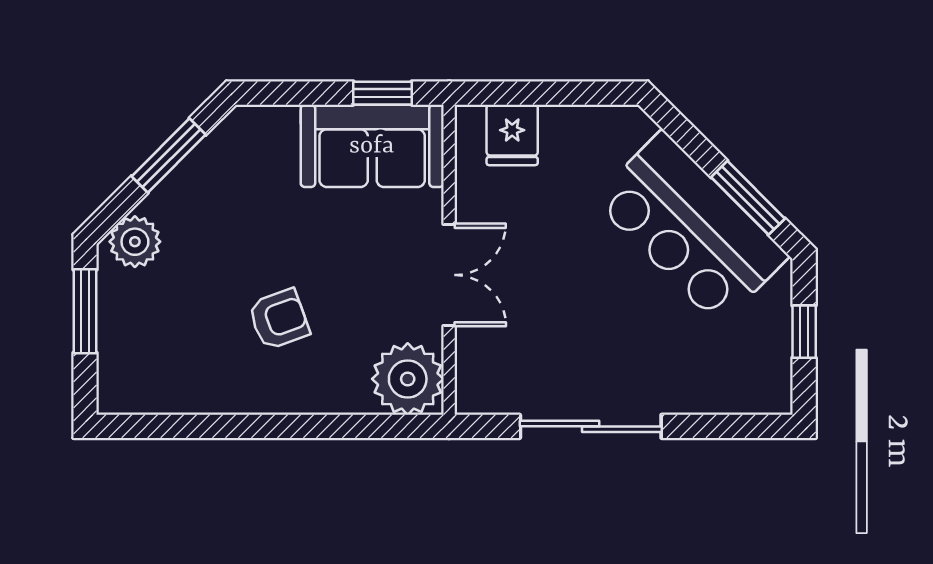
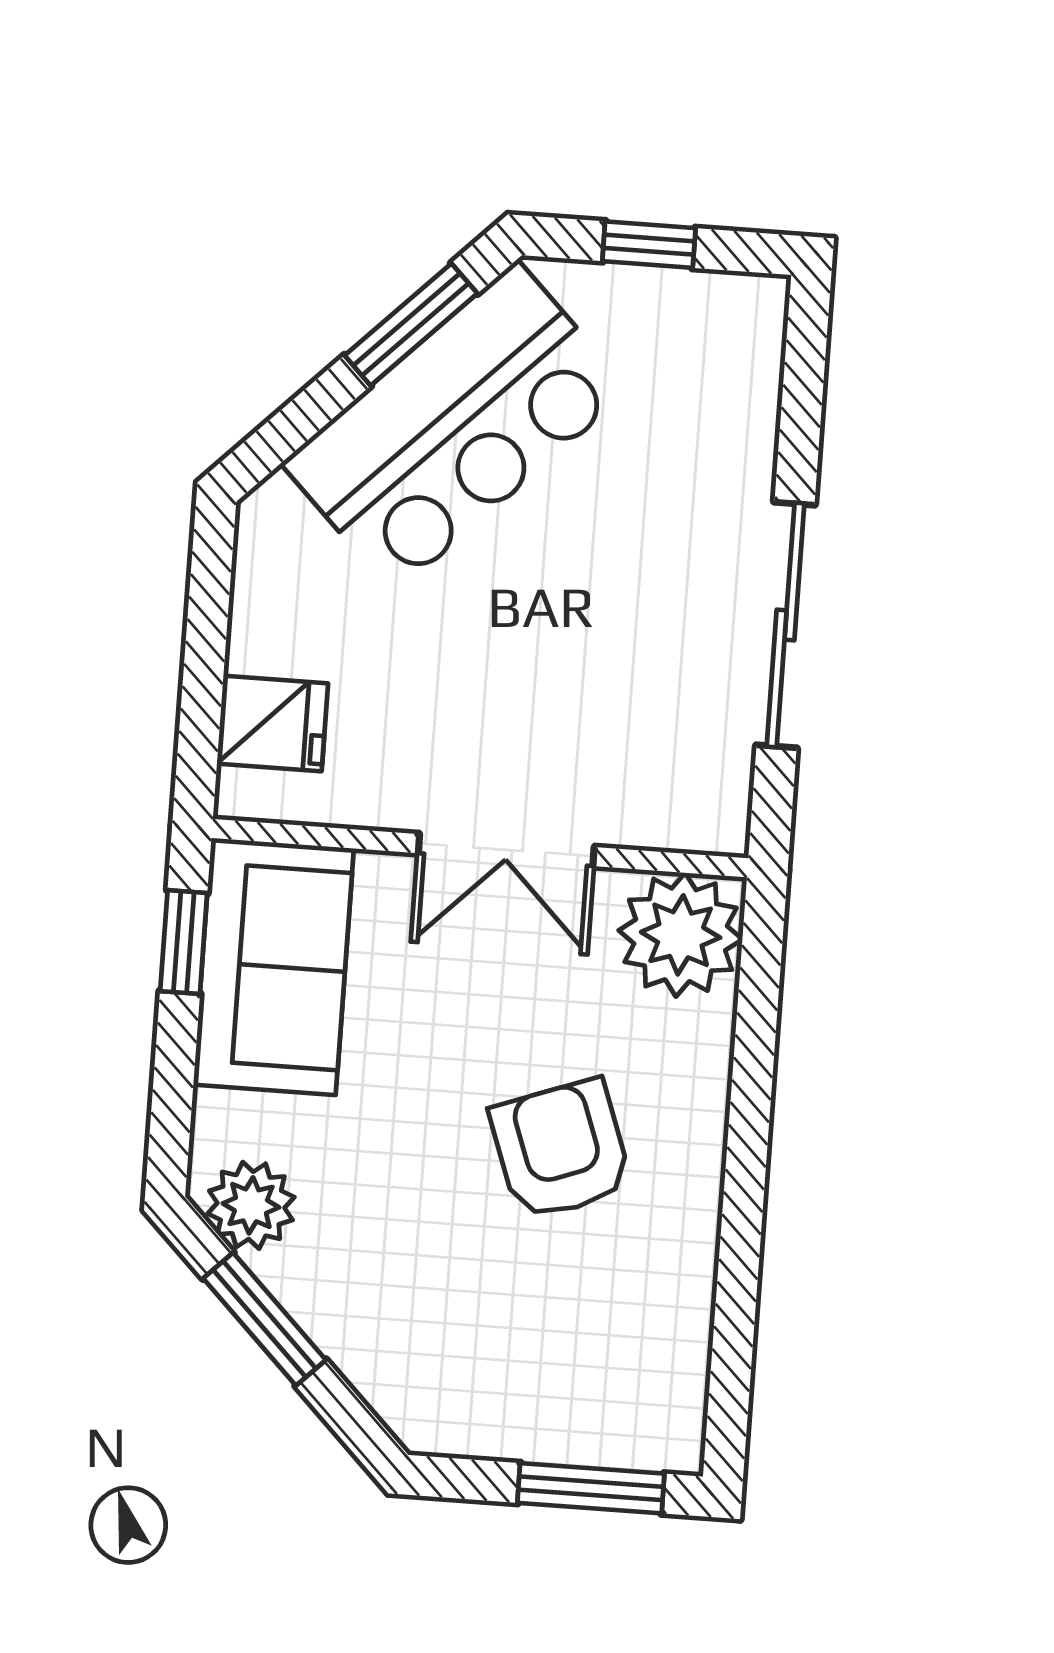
plant: (135, 242) -> (251, 1205), moved
double door: (449, 275) -> (506, 850), swing flipped
window: (85, 311) -> (591, 1488), moved
armchair: (279, 319) -> (561, 1150), width x1.38, depth x1.38

